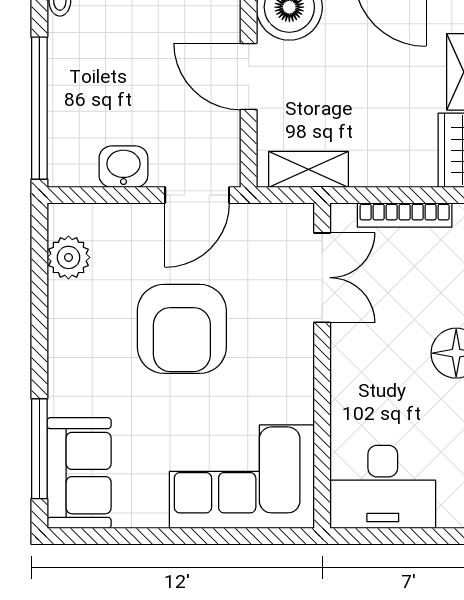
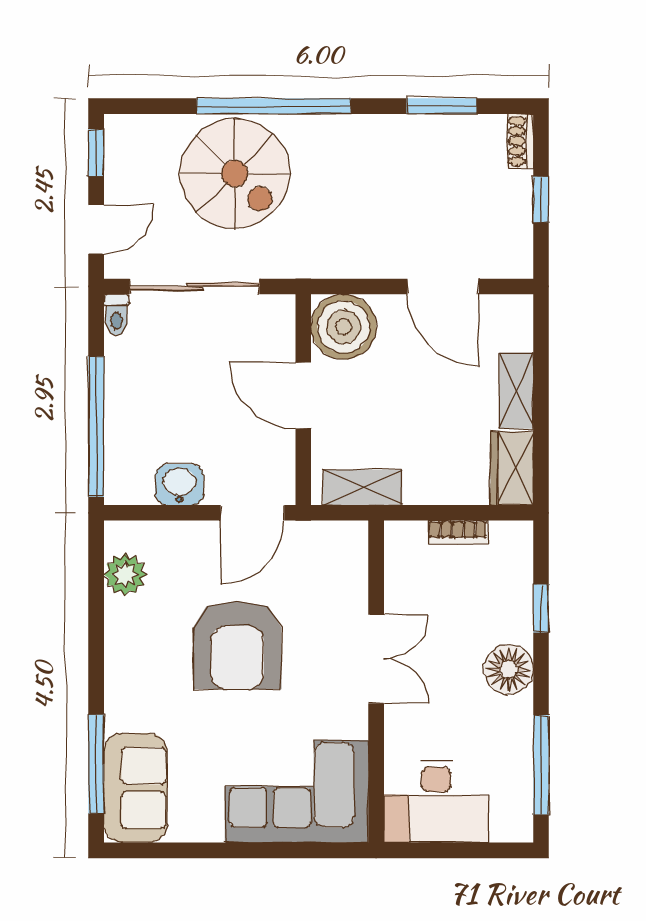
bookcase: (405, 215) -> (458, 532), width x0.64
double door: (322, 278) -> (376, 659), moved

